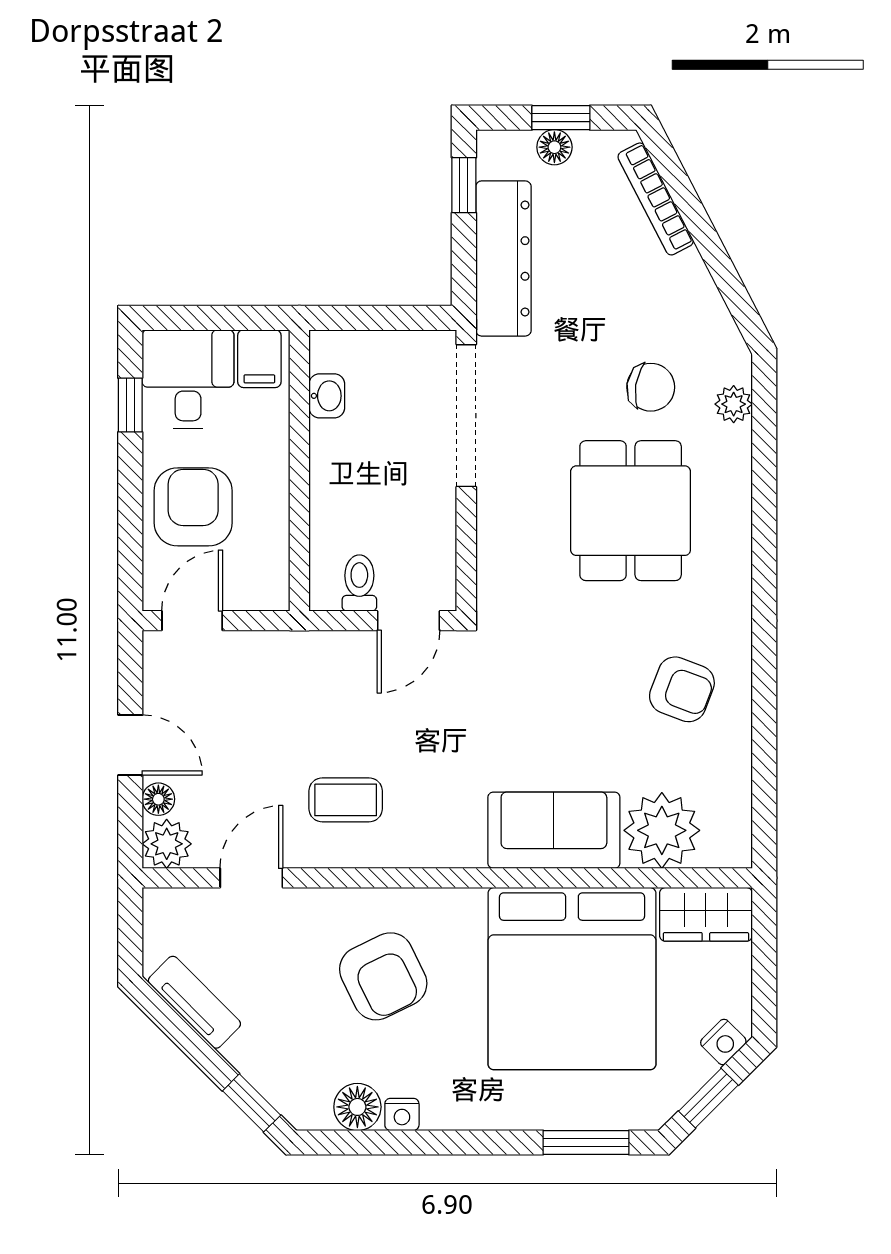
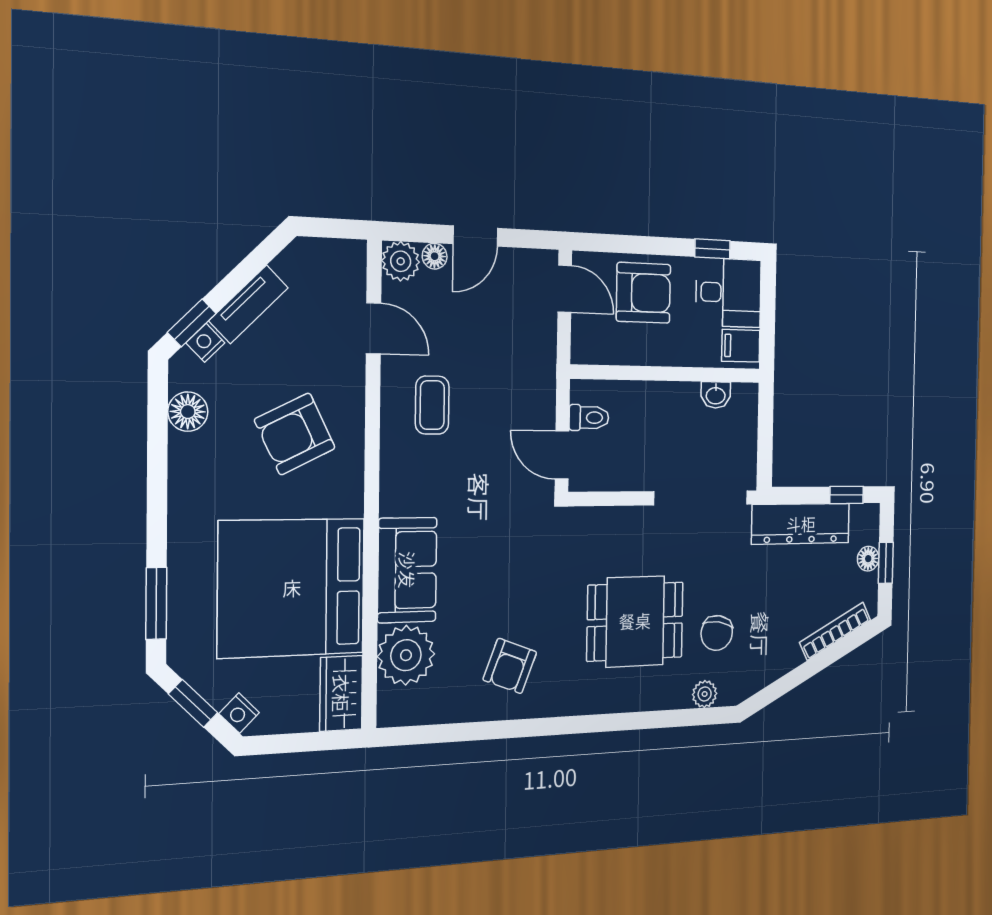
tv unit: (194, 1002) -> (249, 304), moved
nightstand: (402, 1114) -> (205, 343), moved, turned 45

